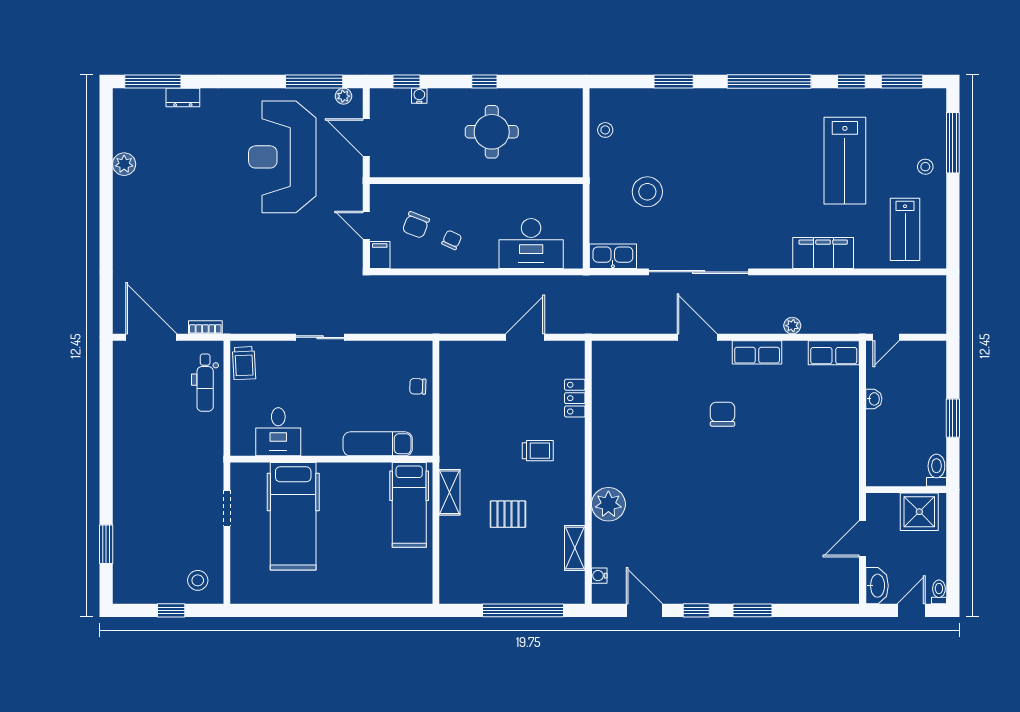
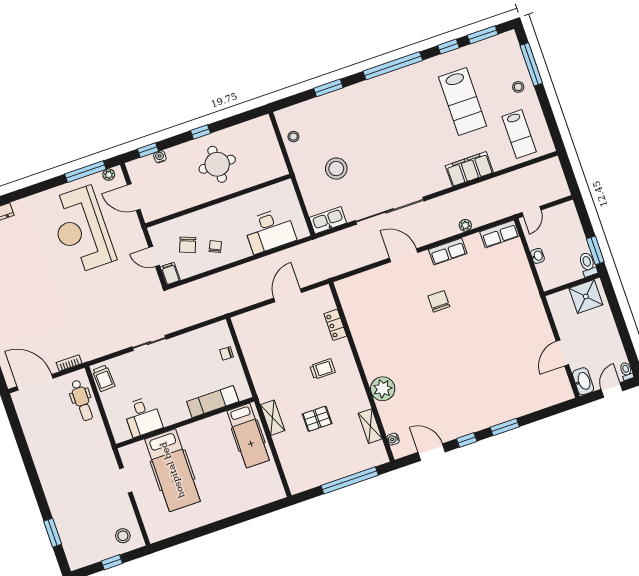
toilet: (936, 470) -> (588, 264), moved
wall: (906, 490) -> (572, 285), moved
shower: (919, 512) -> (586, 296), moved

